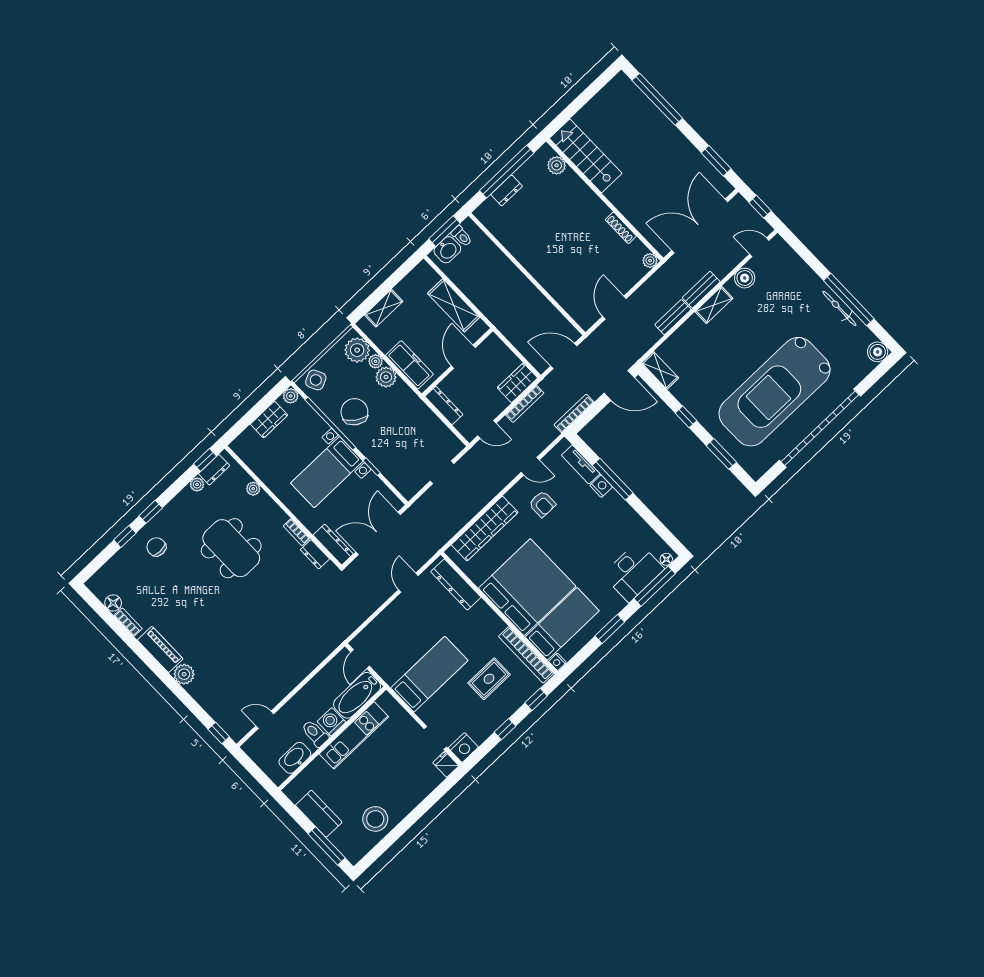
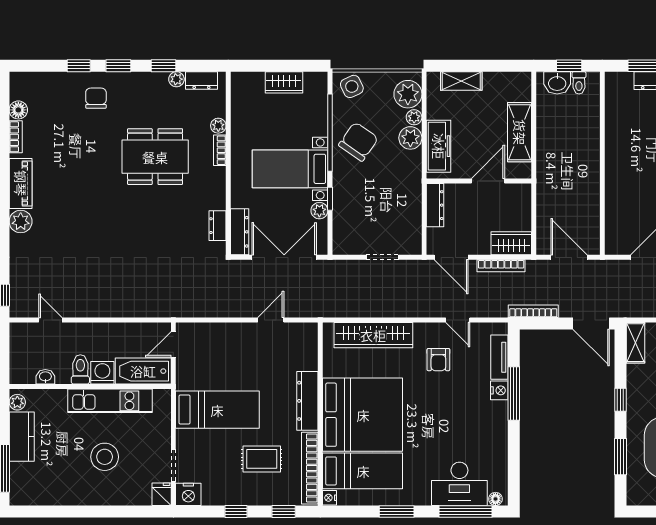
window: (445, 231) -> (569, 66), width x0.67
plant: (291, 396) -> (319, 211), moved
door: (487, 429) -> (451, 257), width x1.38
window: (205, 460) -> (164, 66), moved
bookcase: (297, 532) -> (220, 150), moved
dining table: (231, 548) -> (155, 157), turned 90
dresser: (456, 584) -> (307, 401), moved
washbasin: (295, 758) -> (45, 377), width x0.52, depth x0.69
plant: (294, 794) -> (17, 402), added
stool: (375, 819) -> (105, 457), moved

